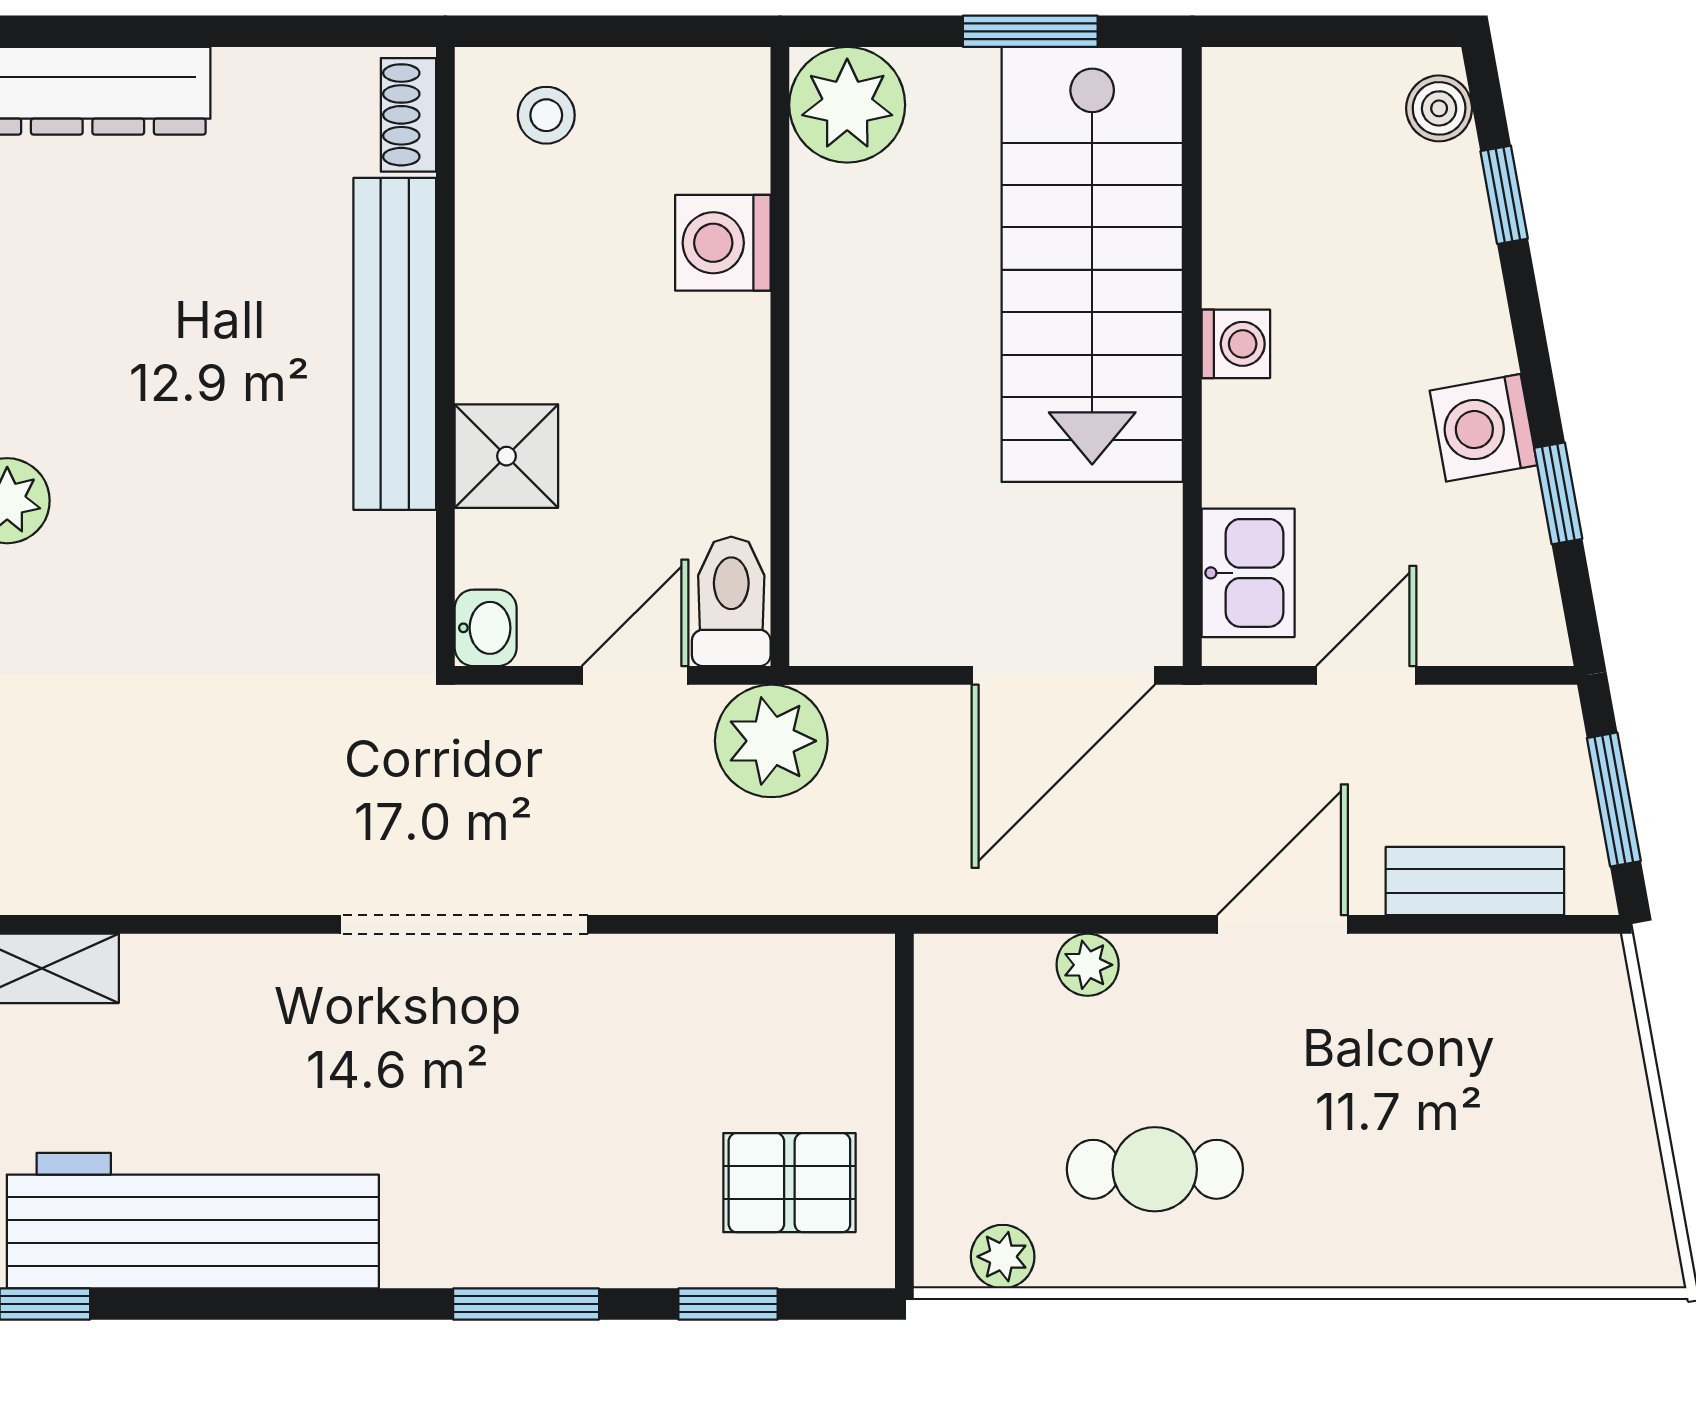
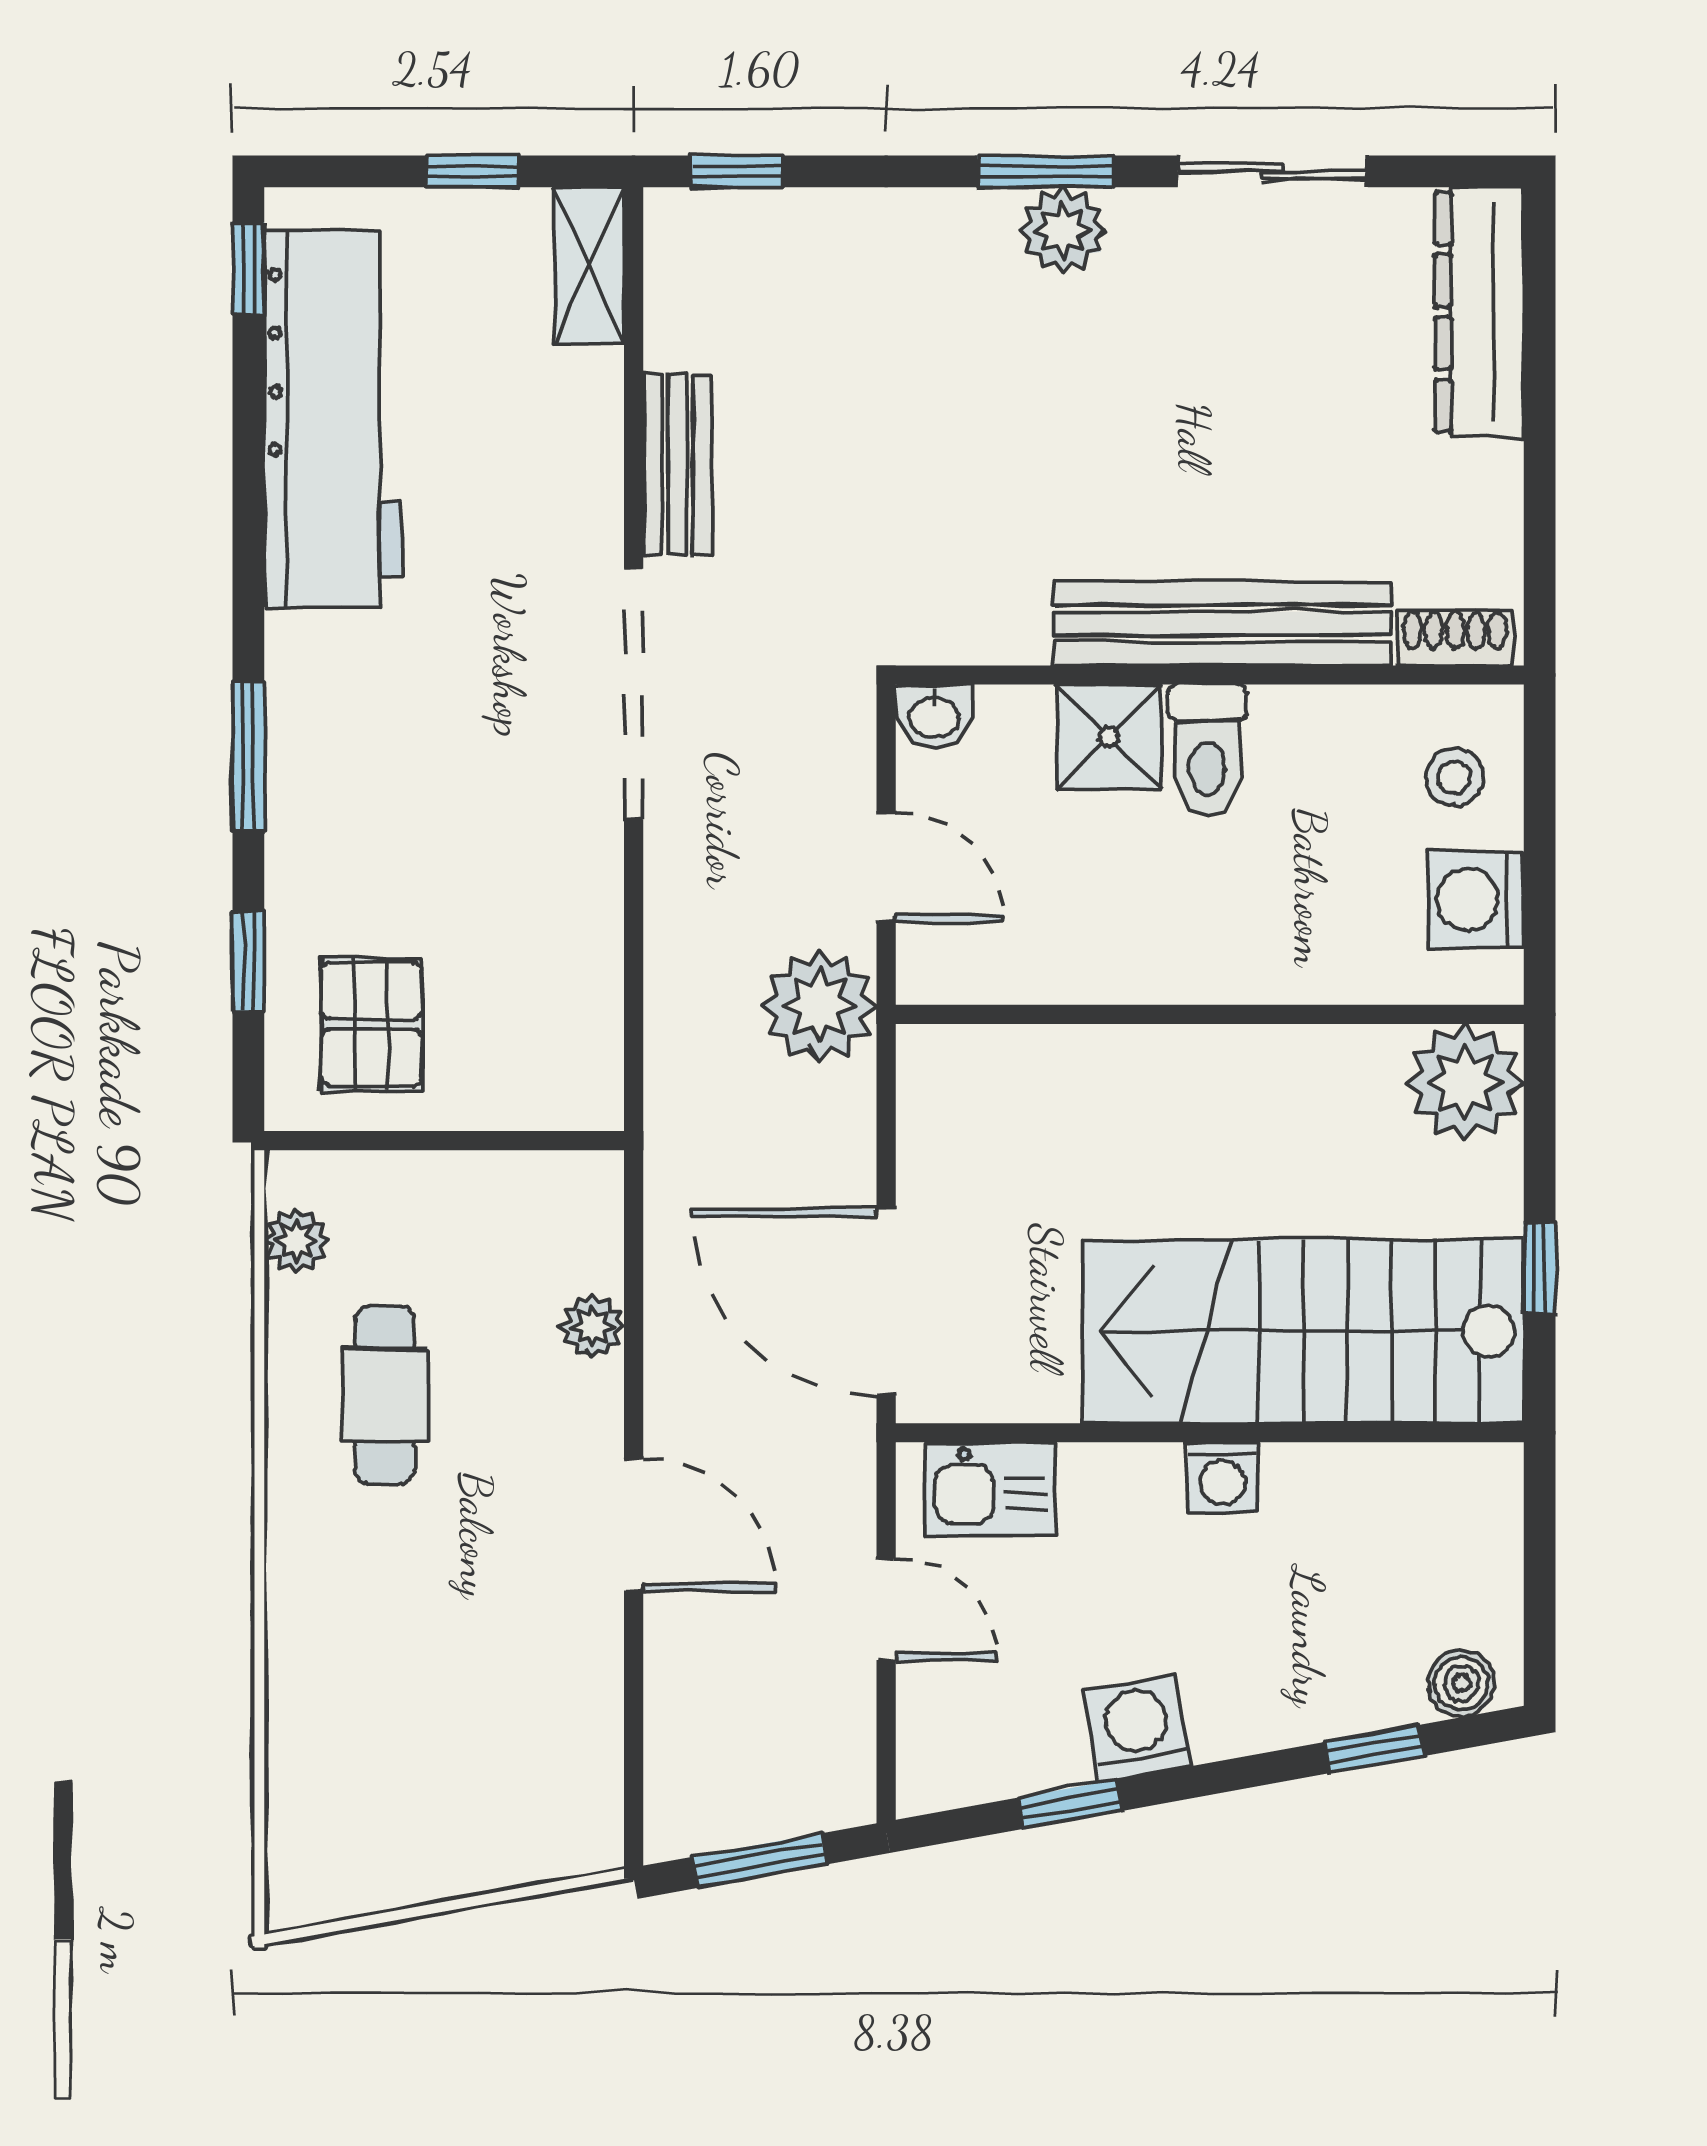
window: (1030, 31) -> (1540, 1268), width x0.67
washing machine: (723, 243) -> (1475, 899), moved, turned -90
toilet: (731, 601) -> (1207, 750), moved, turned 90
bench: (1475, 881) -> (678, 465), moved

